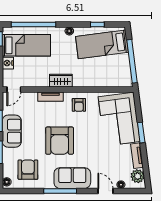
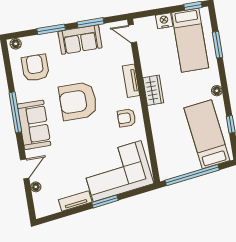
window: (34, 25) -> (218, 45), width x0.47
armchair: (28, 170) -> (35, 68), turned -90
plant: (138, 176) -> (50, 206), removed

